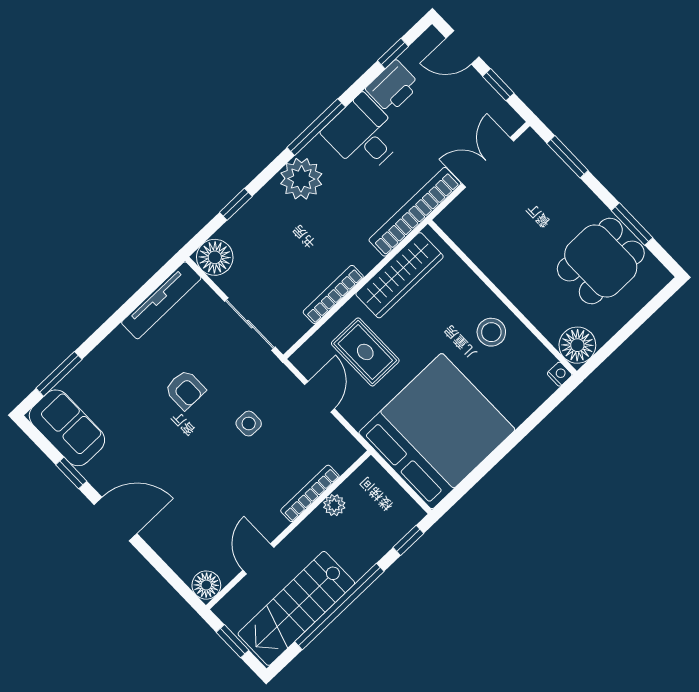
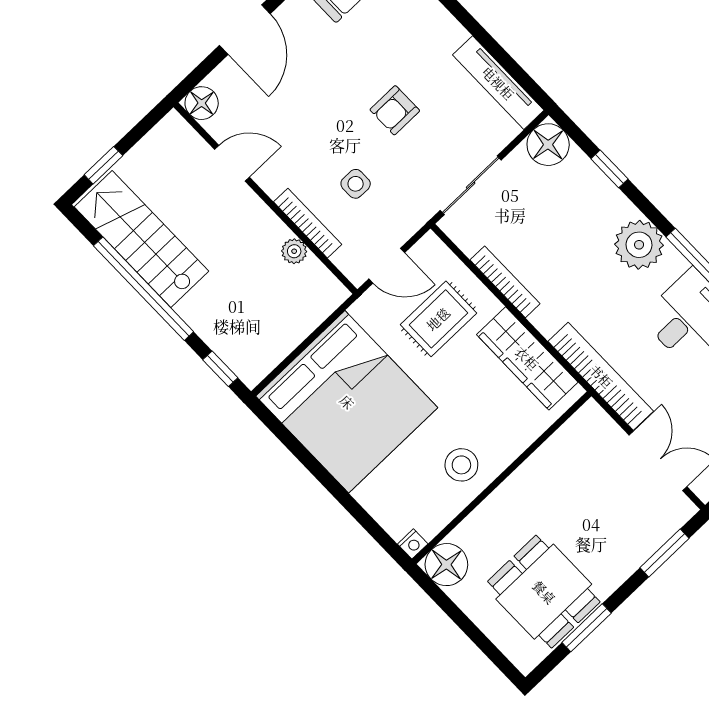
bookcase: (310, 493) -> (308, 223), moved
plant: (334, 505) -> (294, 251), moved
wall: (288, 530) -> (265, 198), moved
door: (258, 559) -> (232, 163), moved
floor lamp: (206, 585) -> (202, 103), moved

